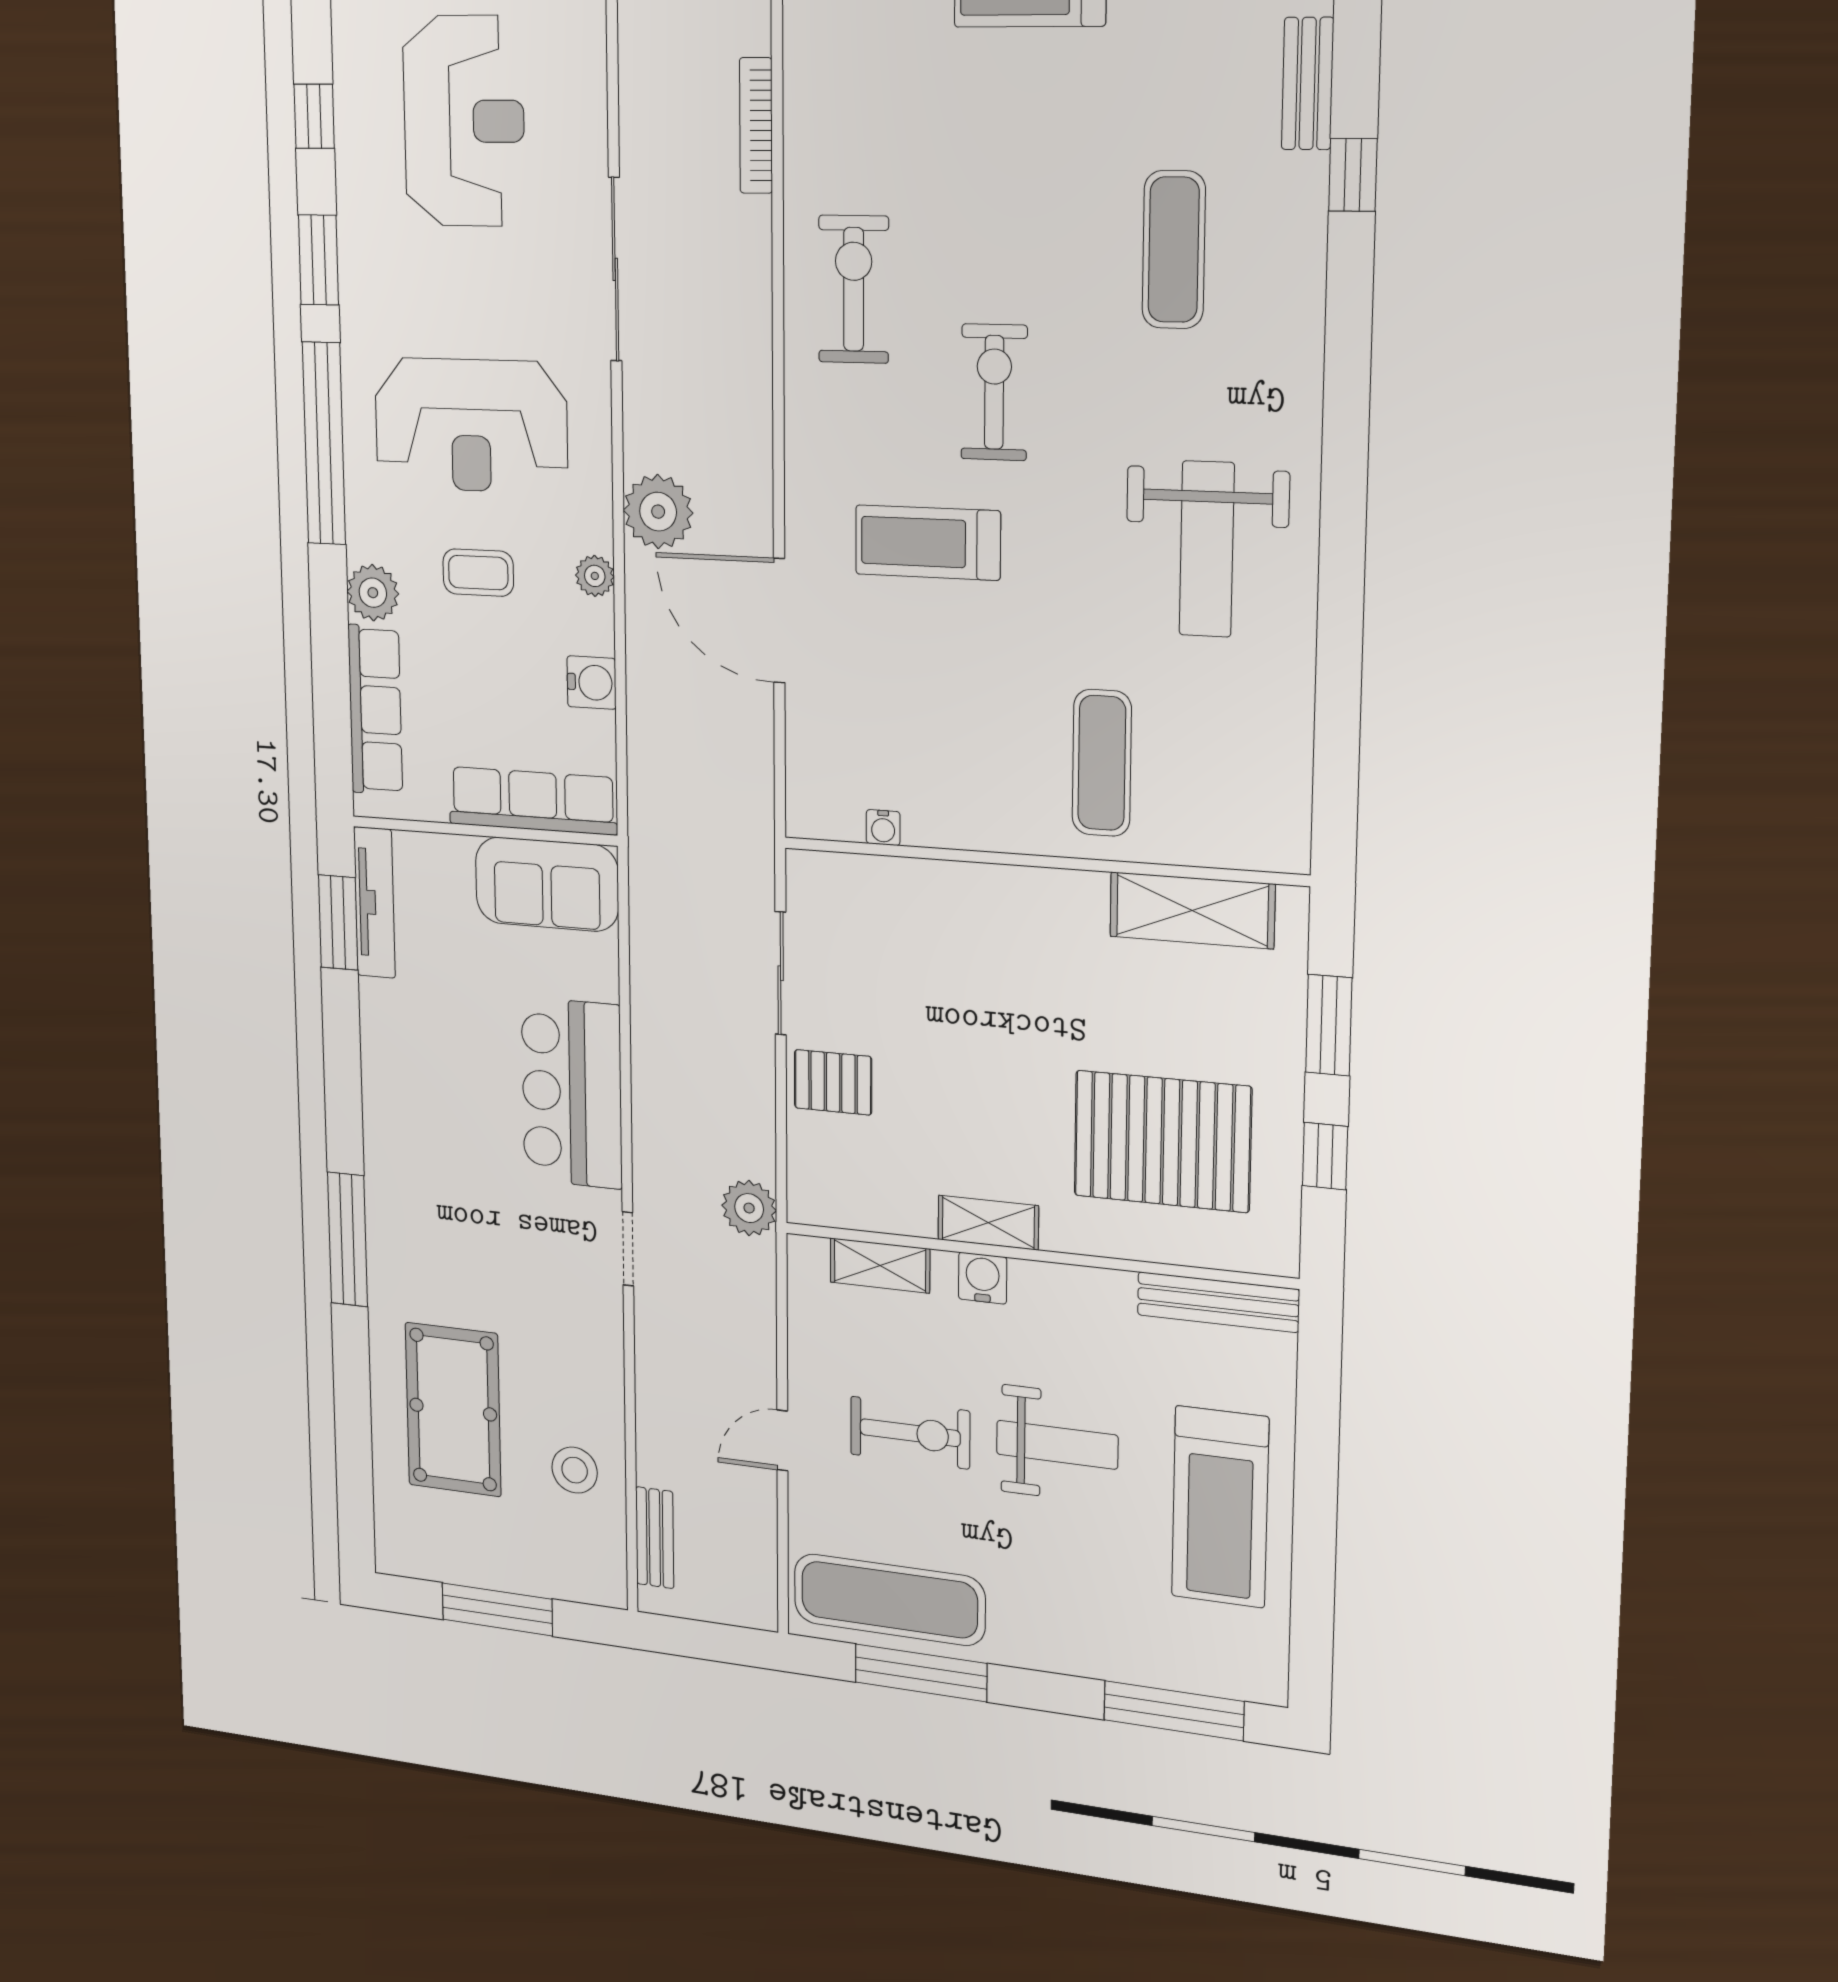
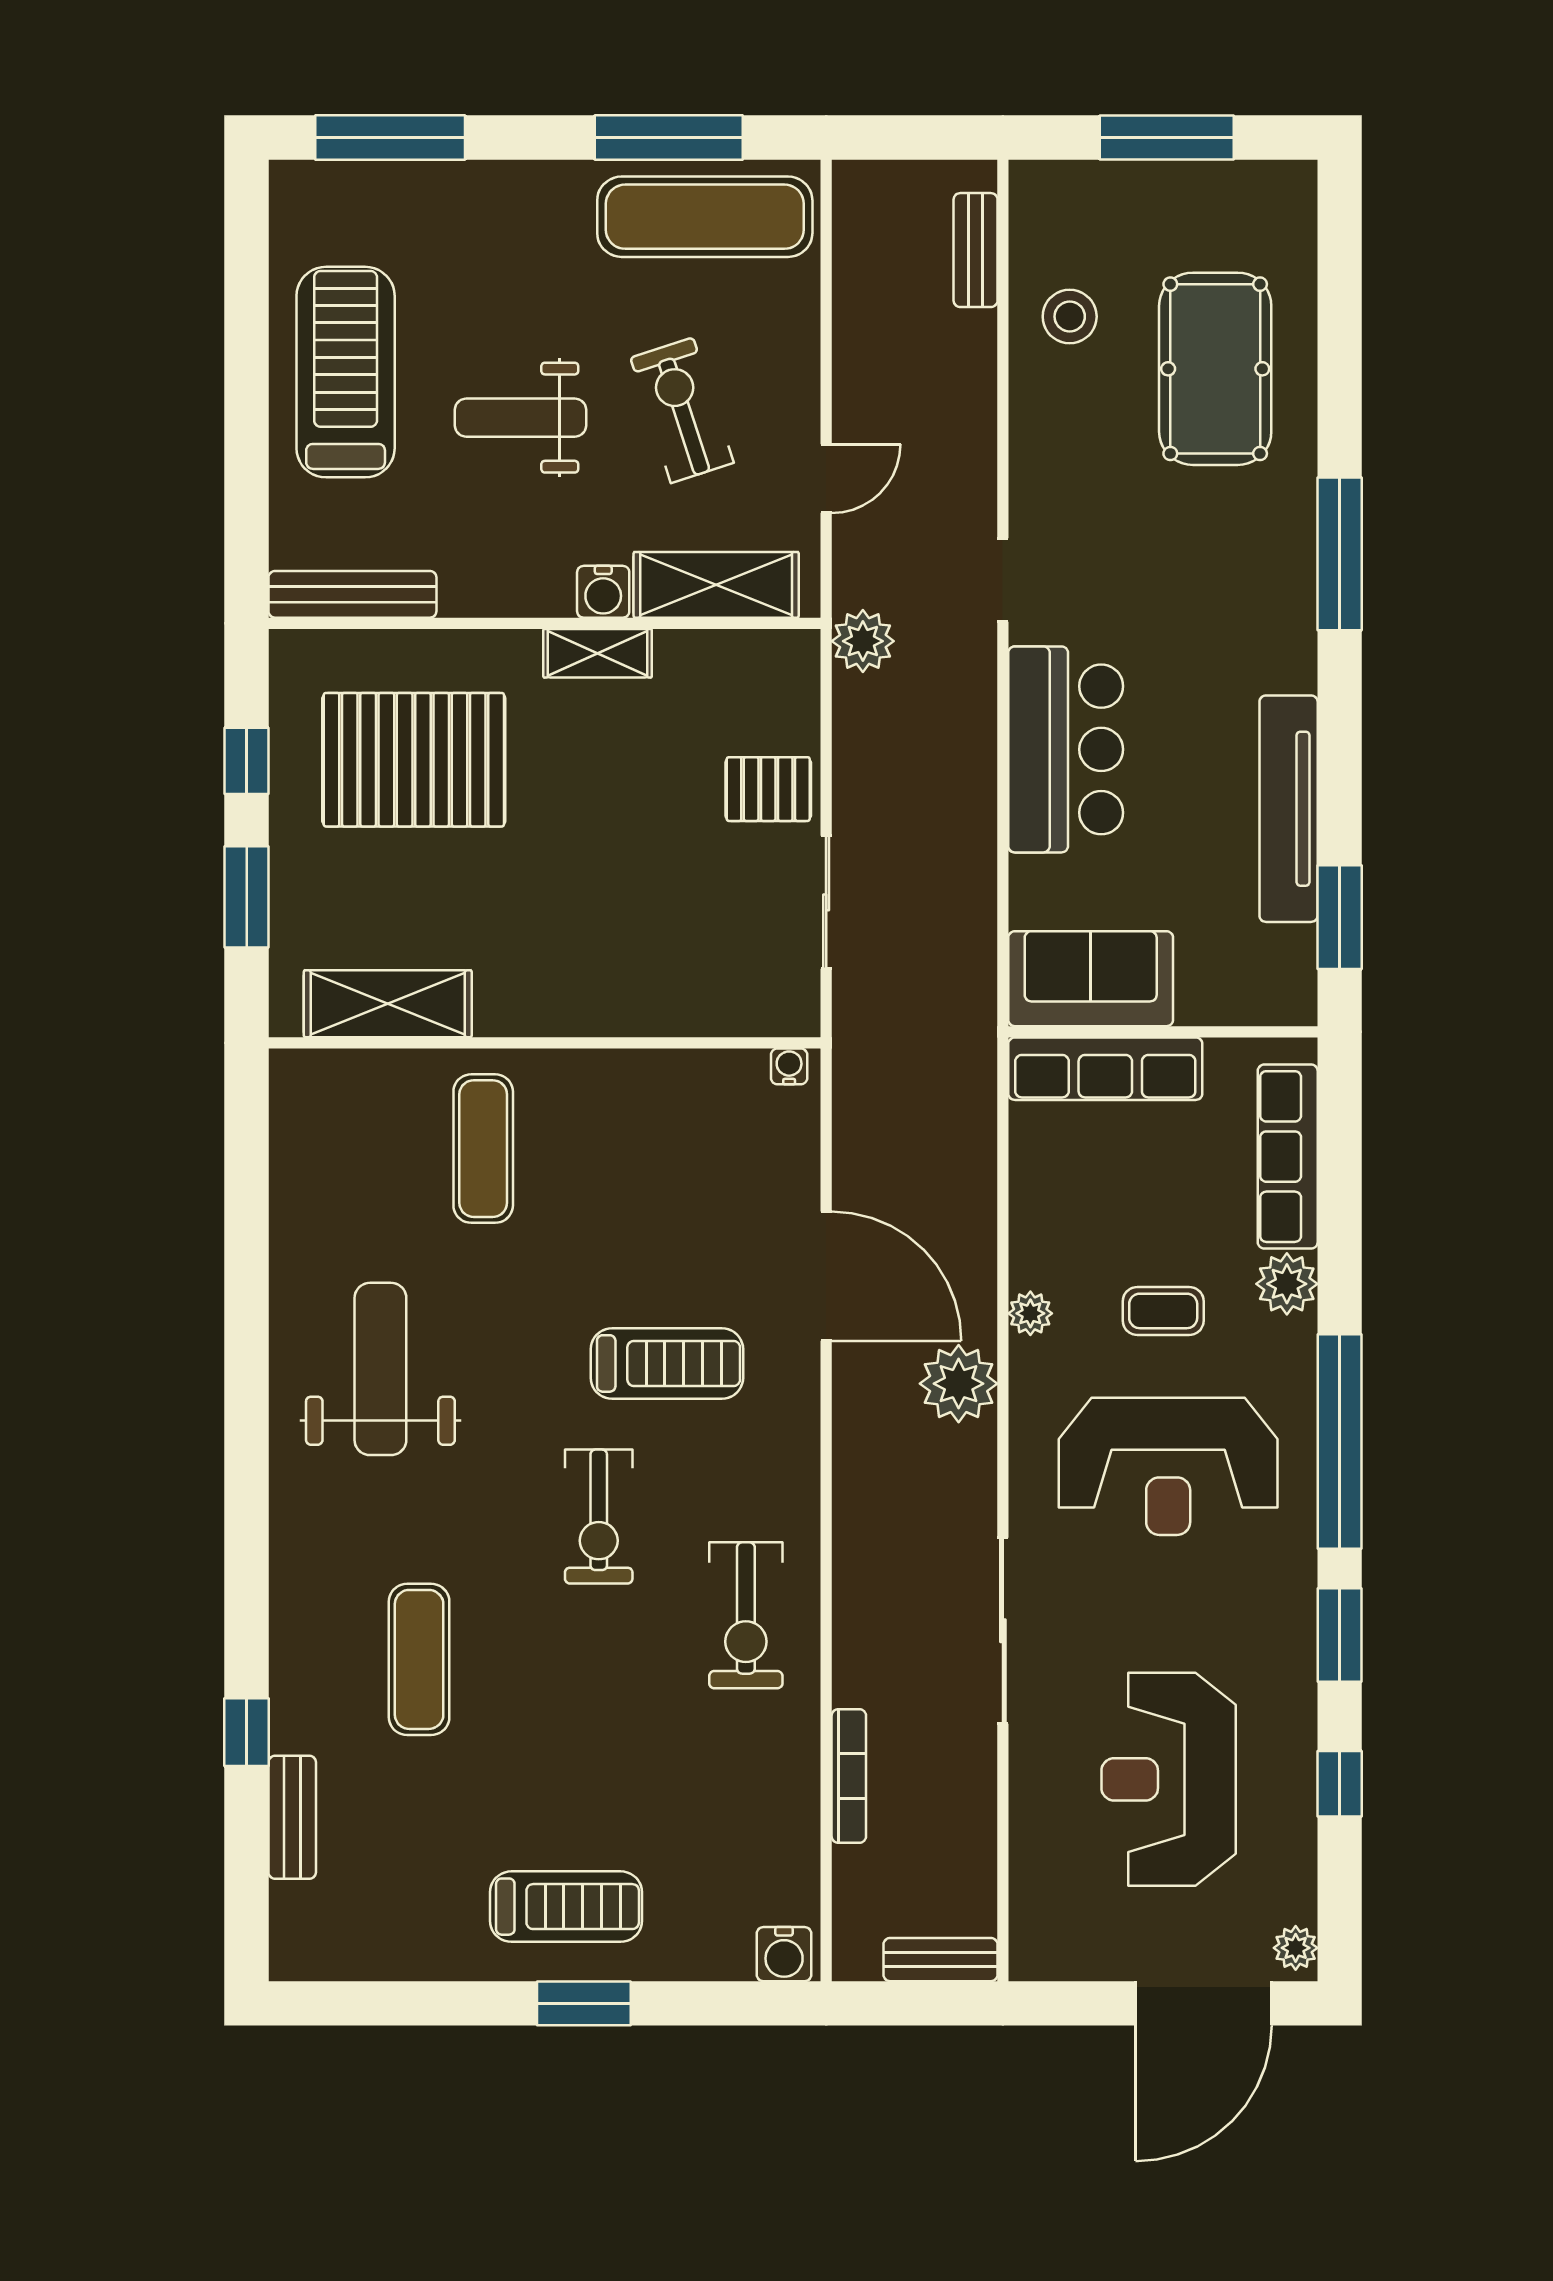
reception desk: (471, 425) -> (1168, 1466), turned 180
water cooler: (592, 683) -> (1036, 1200), removed
water cooler: (883, 828) -> (789, 1066), moved
tv unit: (374, 903) -> (1289, 809), moved, width x1.36, depth x1.29
shelving: (880, 1265) -> (716, 585), width x1.50, depth x1.33
exercise bike: (910, 1433) -> (682, 410), turned 72
door: (782, 1440) -> (826, 479), moved

